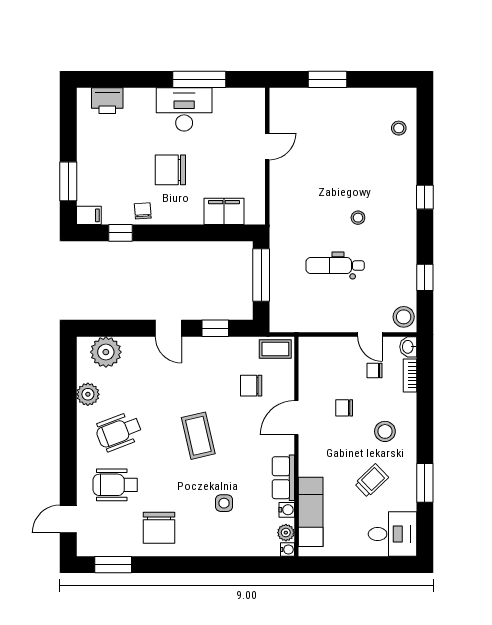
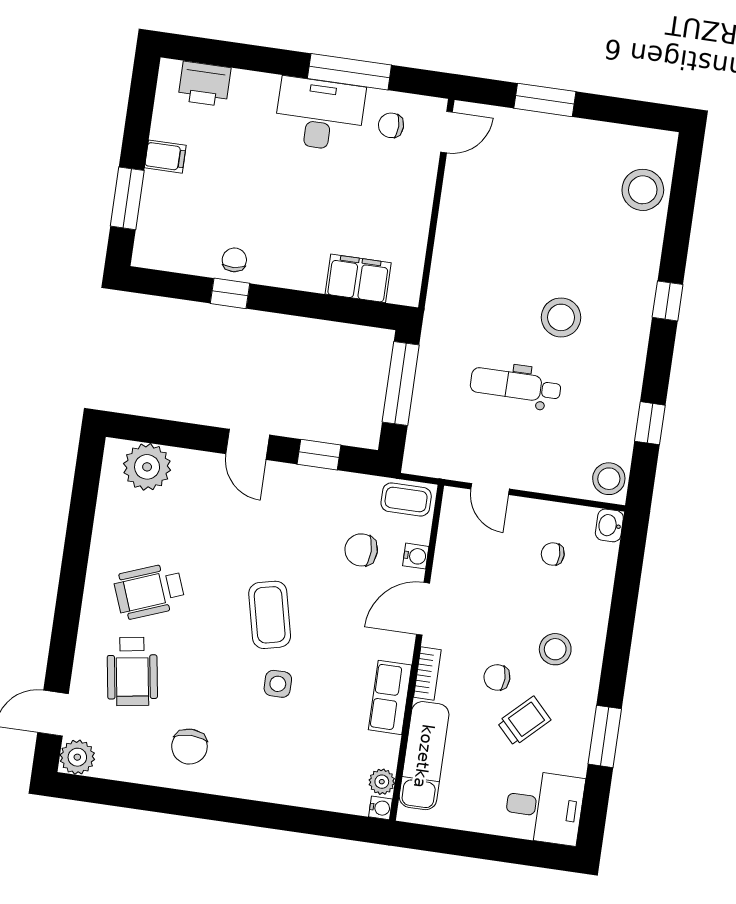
stool: (399, 128) -> (643, 190), width x1.89, depth x1.89
door: (267, 146) -> (447, 132), moved
chair: (170, 170) -> (391, 125), moved, width x0.54, depth x0.54
filing cabinet: (89, 215) -> (165, 157), moved
stool: (358, 218) -> (561, 317), width x1.89, depth x1.89
window: (120, 233) -> (230, 293), moved
door: (370, 334) -> (490, 489), moved
bookcase: (410, 375) -> (427, 673), moved, turned 180
plant: (88, 394) -> (77, 757), moved
chair: (344, 408) -> (497, 677), moved
wheelchair: (115, 485) -> (132, 671), turned -99
side table: (224, 503) -> (278, 684), moved
water cooler: (287, 510) -> (416, 556), moved
chair: (159, 528) -> (189, 747), width x0.73, depth x0.73
window: (113, 565) -> (112, 793), removed

